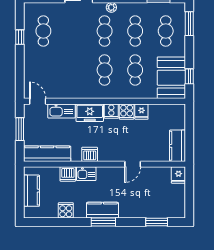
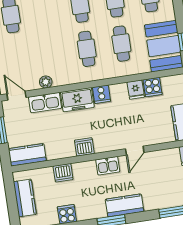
plant: (65, 93) -> (46, 82), added
cooker: (127, 112) -> (153, 87), moved
kitchen counter: (47, 154) -> (27, 155), width x0.67
kitchen sink: (86, 174) -> (108, 166), moved
kitchen counter: (102, 210) -> (125, 205), moved

